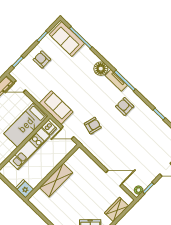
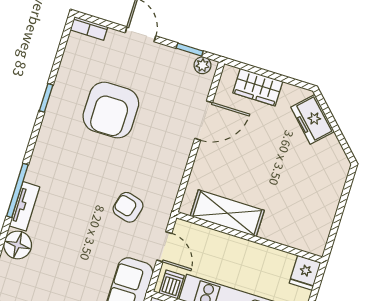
armchair: (125, 106) -> (111, 110), moved, width x1.88, depth x1.88
door: (114, 178) -> (204, 121), swing flipped
shelving: (56, 180) -> (227, 213), moved

